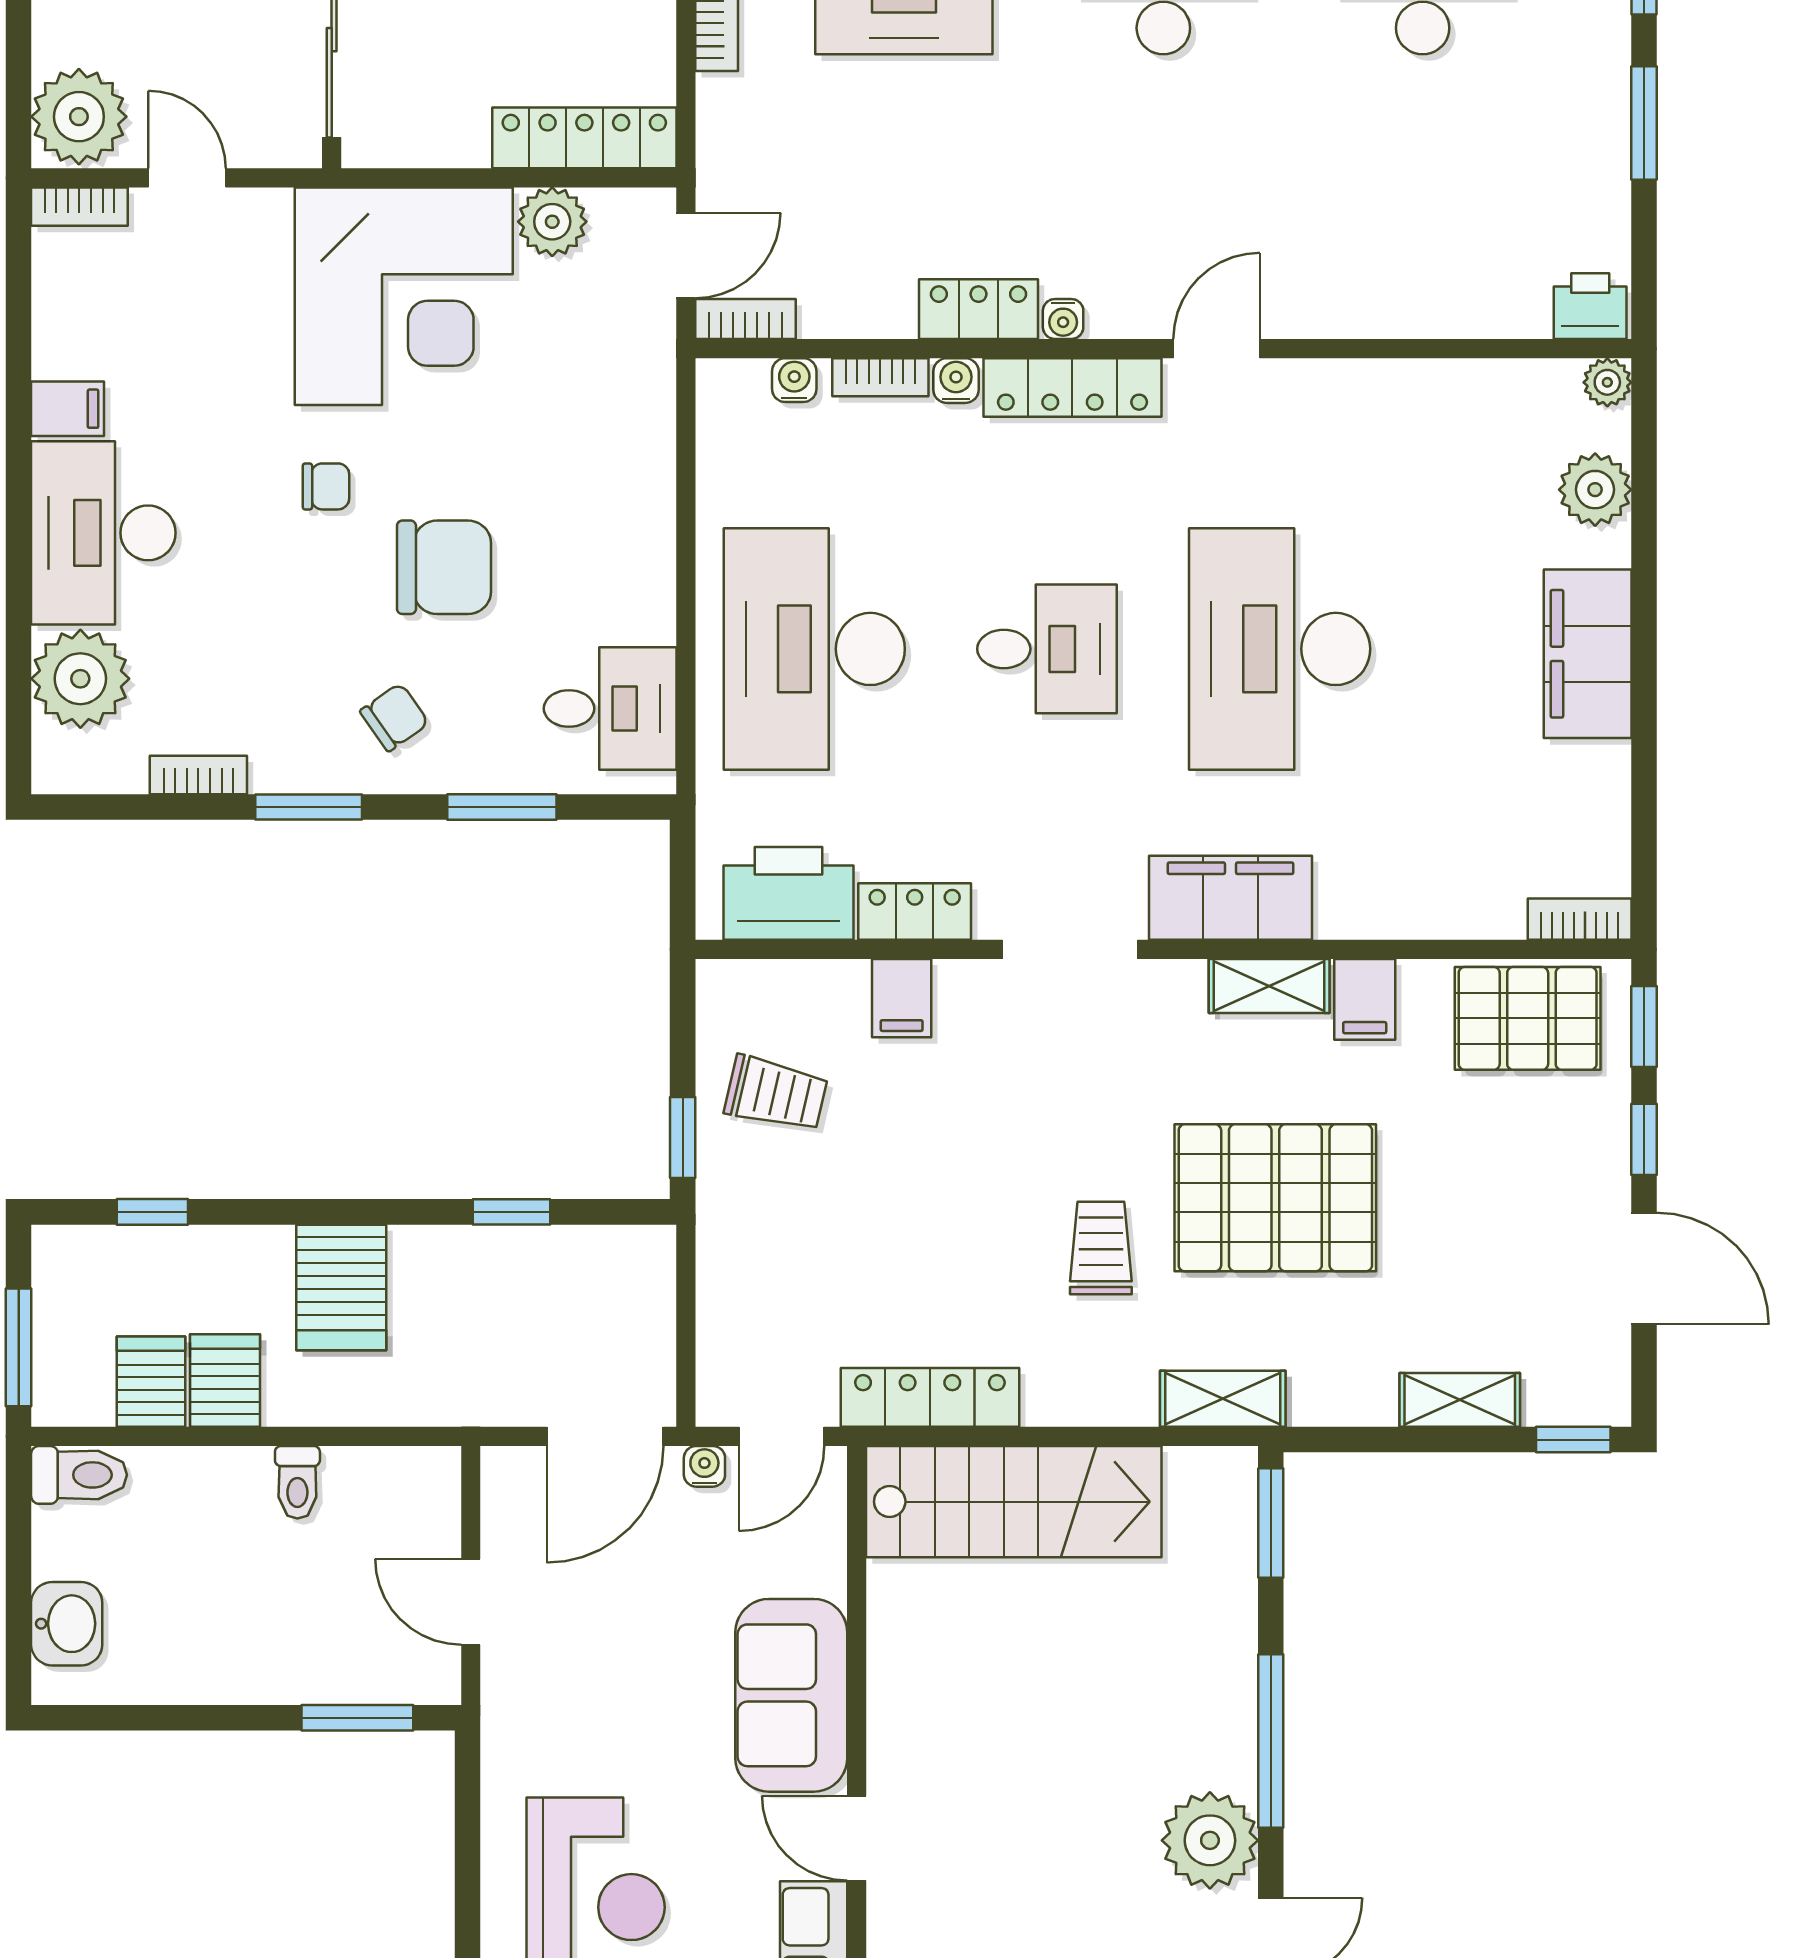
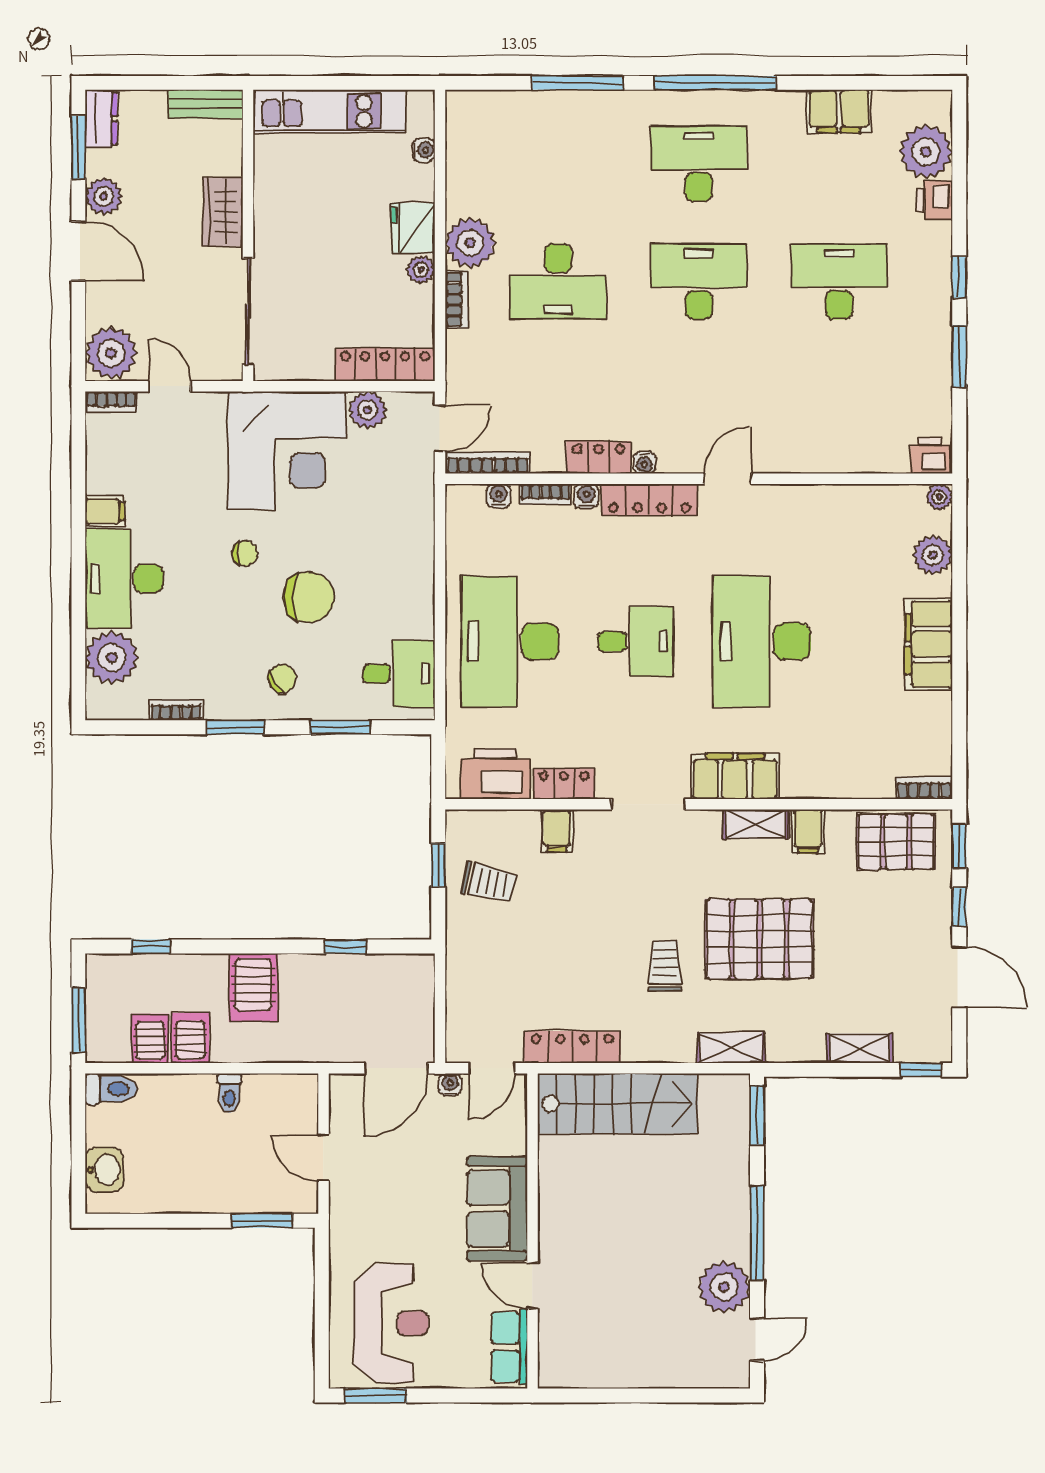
bookcase: (745, 319) -> (488, 463), width x1.56
window: (683, 1138) -> (438, 865), moved

